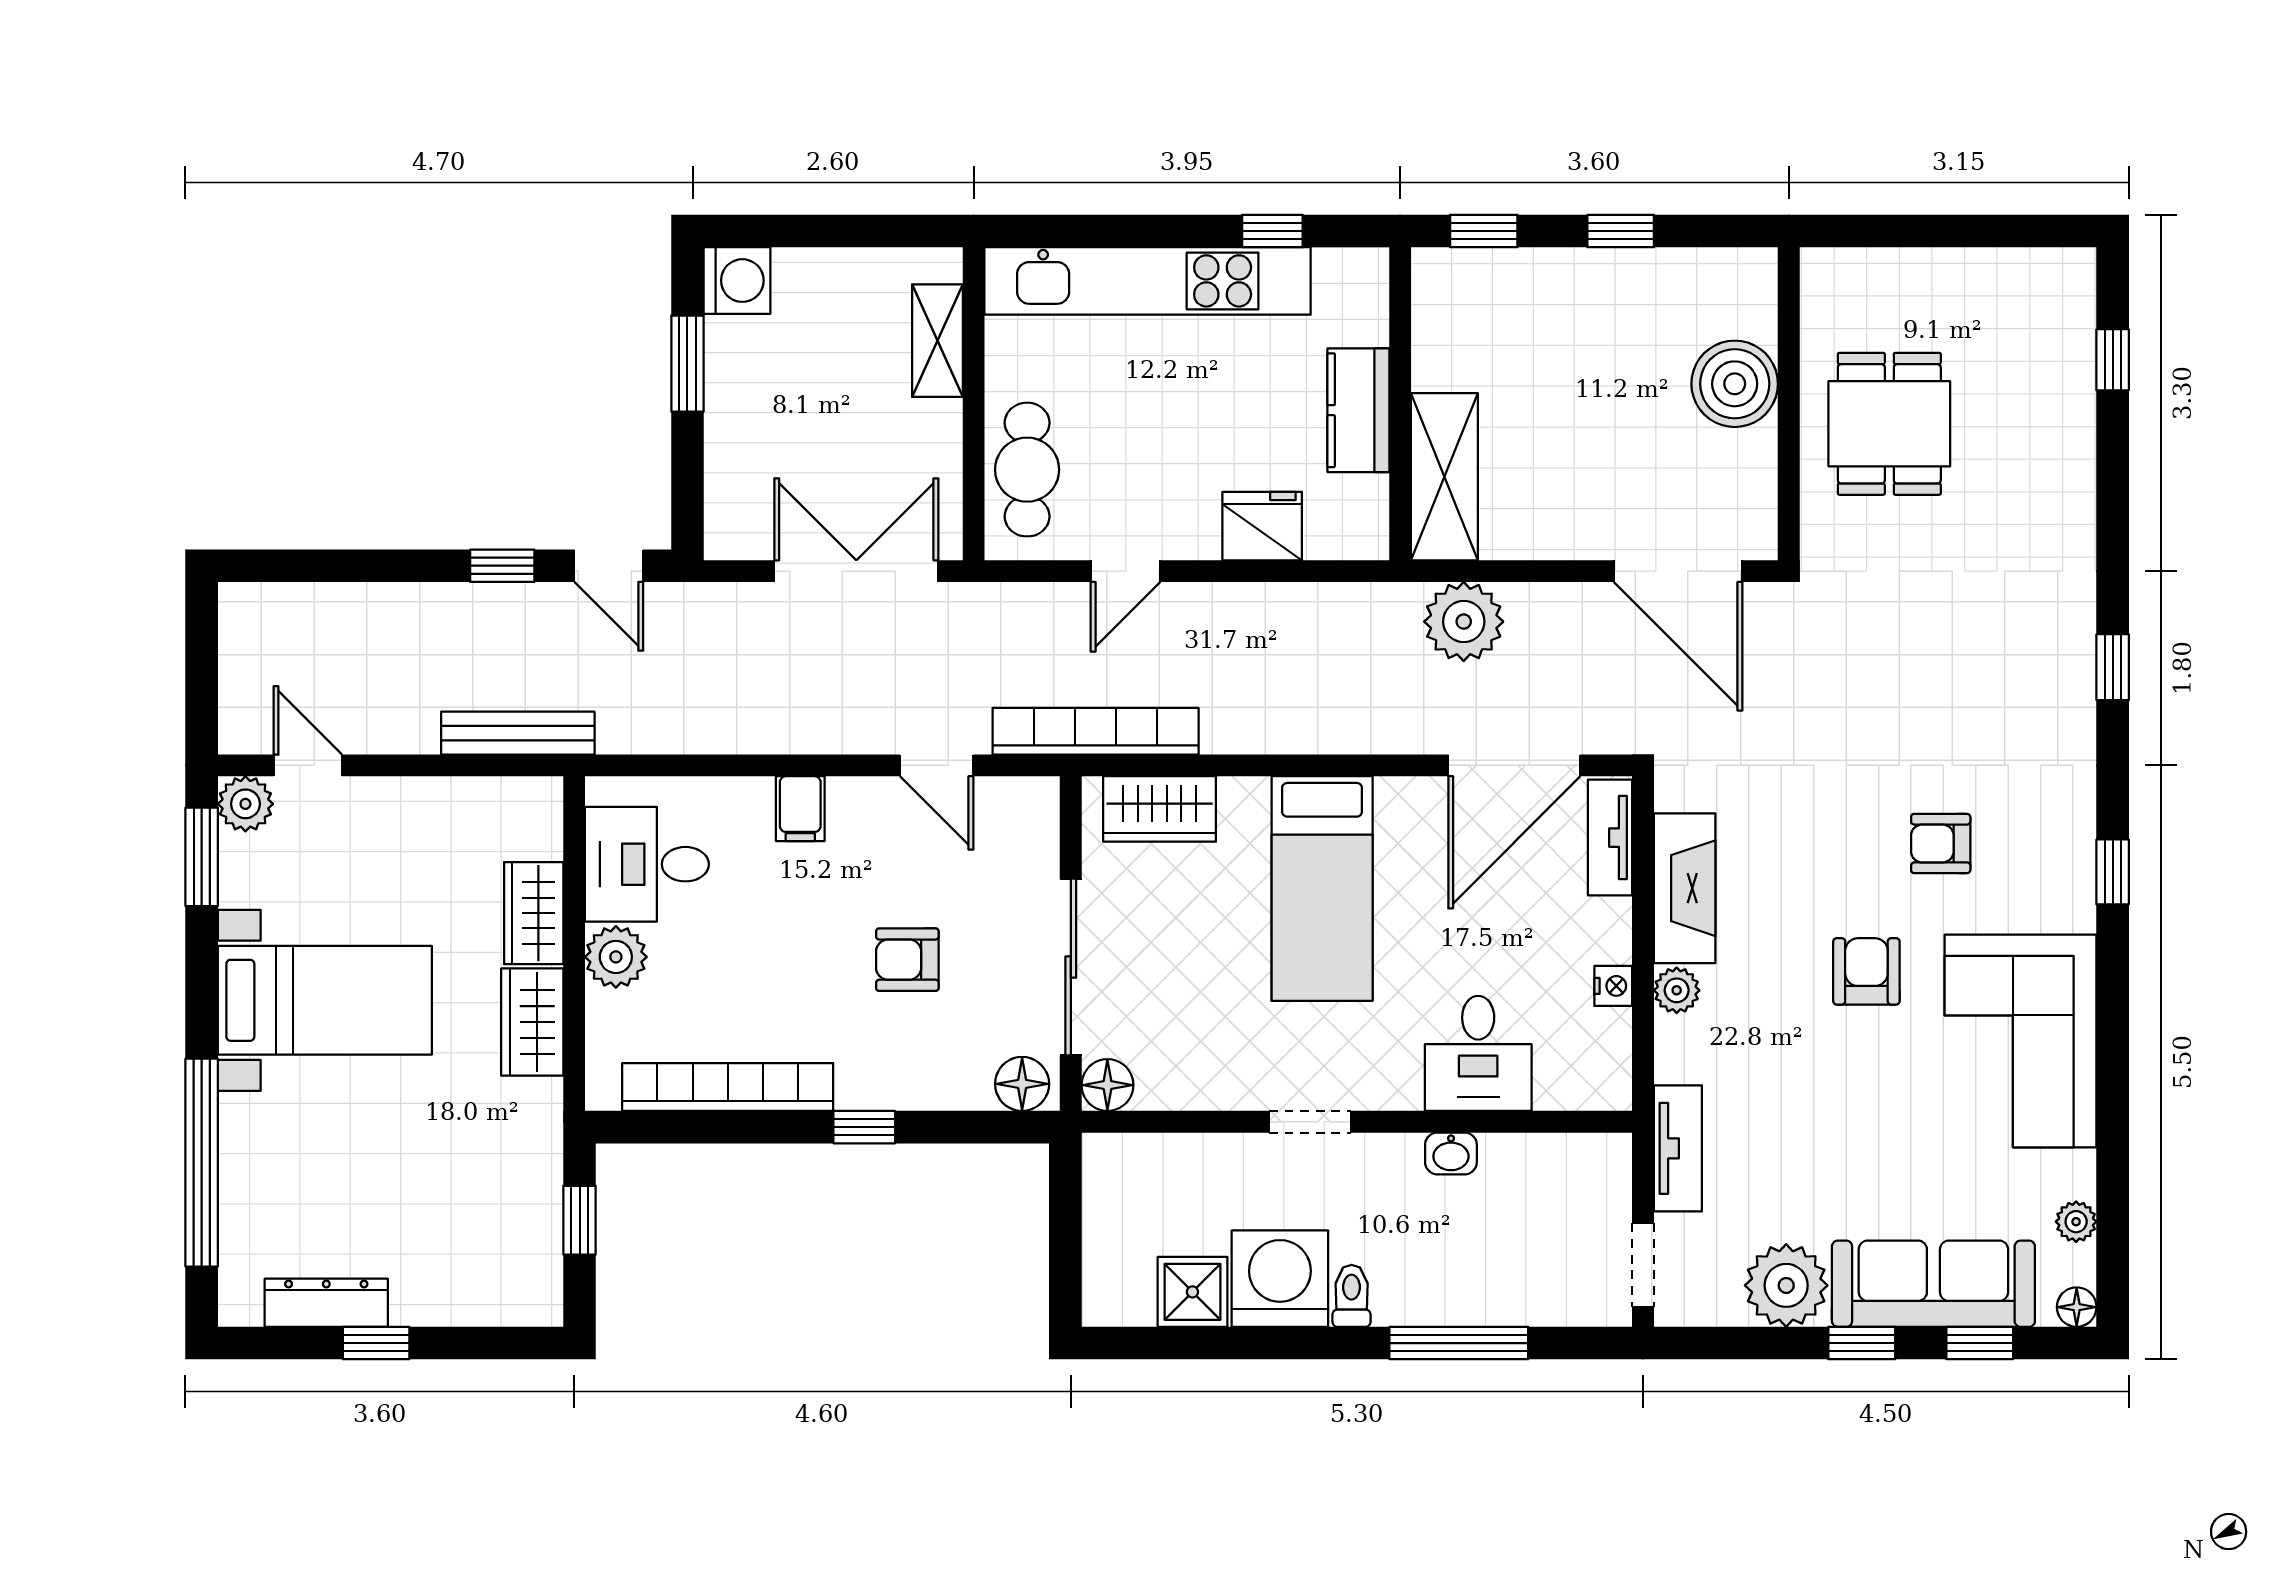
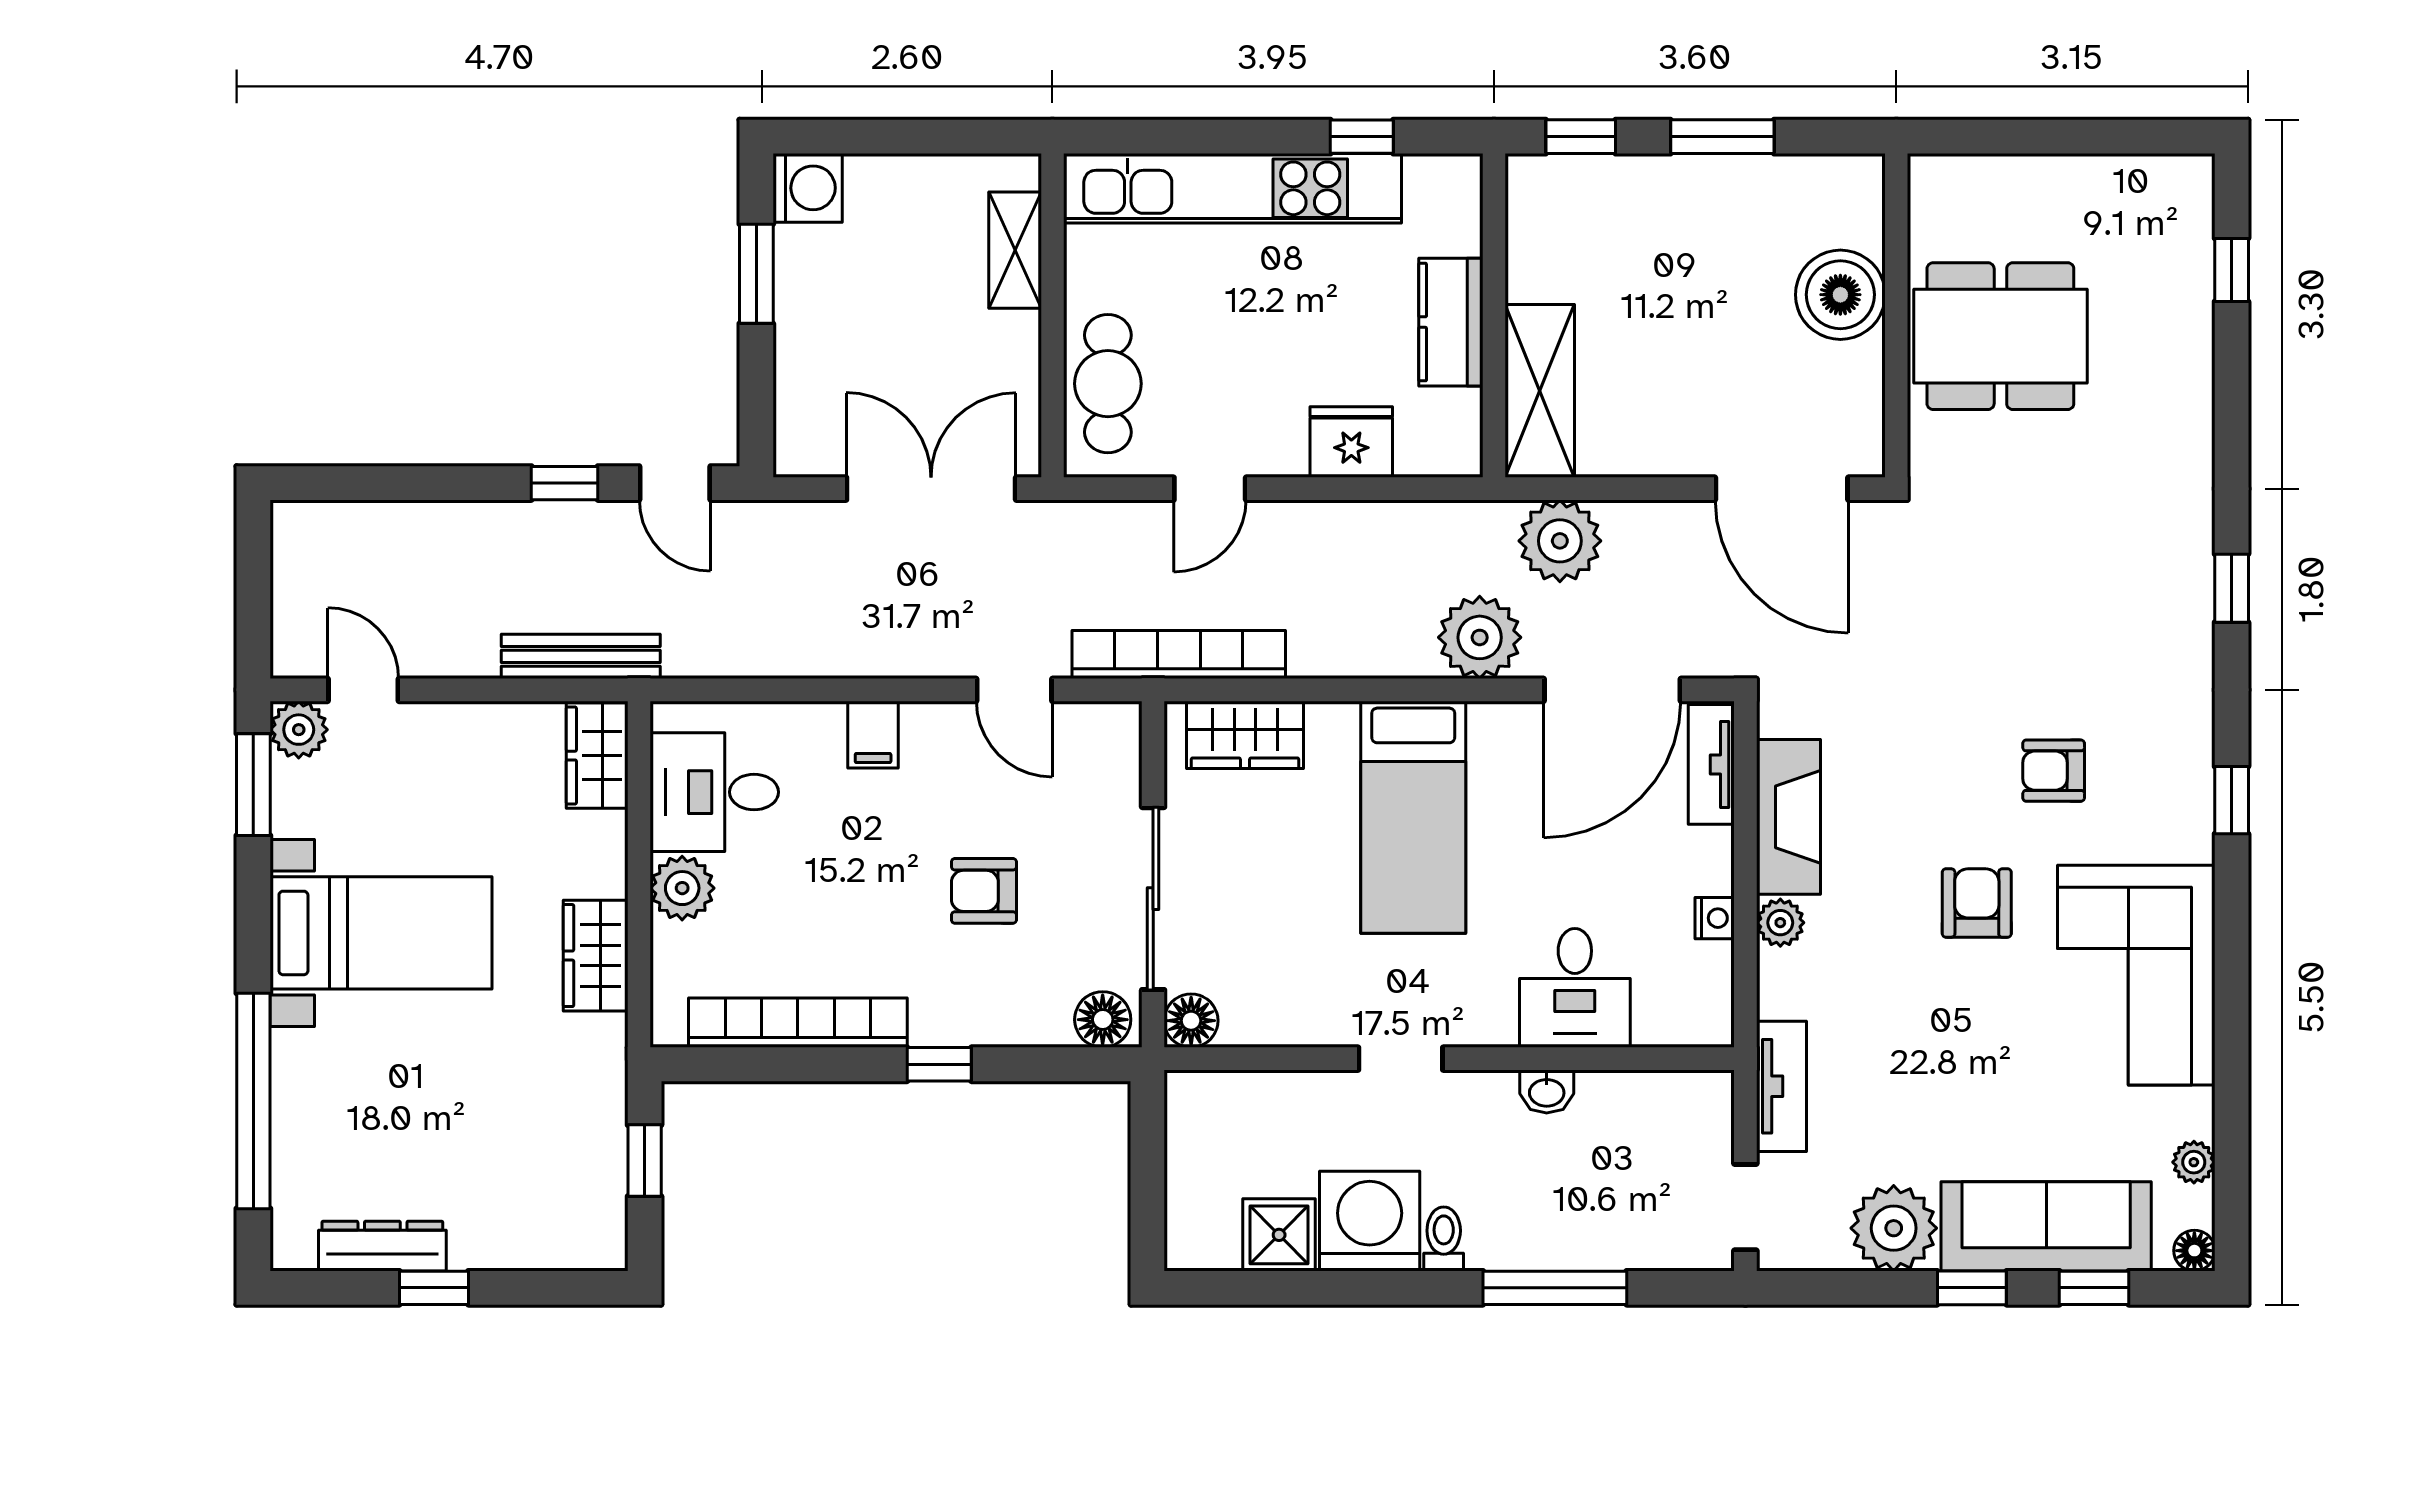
window: (1621, 231) -> (1722, 137), width x1.50
dining table: (1889, 424) -> (2000, 336), width x1.38
plant: (1386, 715) -> (1480, 637), added
wardrobe: (534, 913) -> (597, 756), moved

